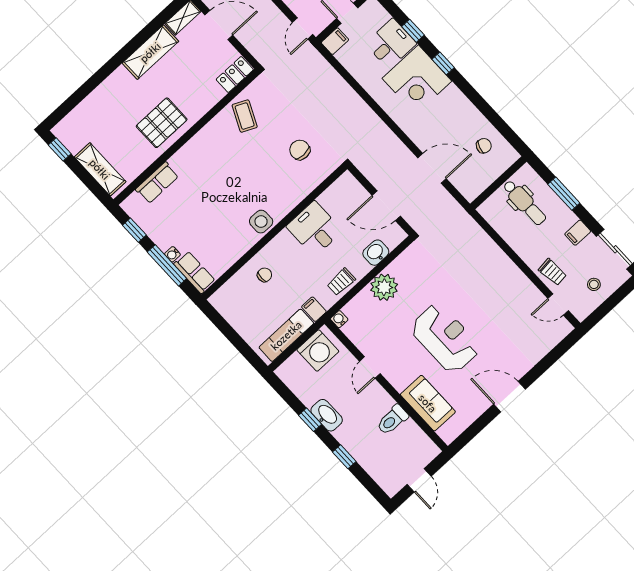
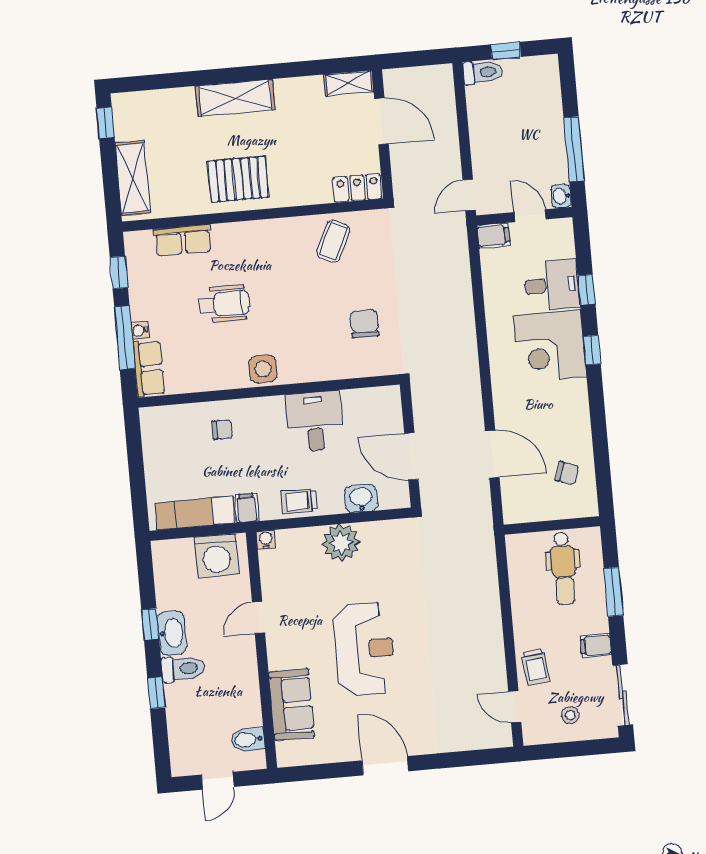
shelving: (150, 52) -> (235, 98), moved
wheelchair: (210, 201) -> (224, 304), added
toilet: (392, 420) -> (183, 669), moved, turned 180
bidet: (418, 443) -> (248, 740), added

